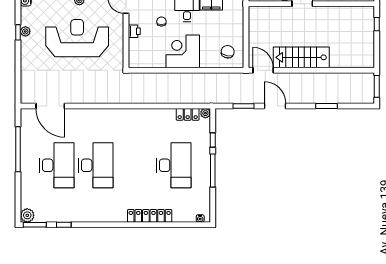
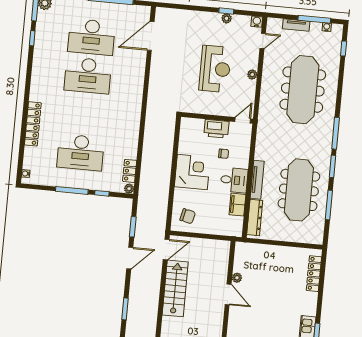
printer: (134, 31) -> (216, 129), width x1.87, depth x1.48
reception desk: (77, 38) -> (215, 69), width x0.74, depth x0.77

